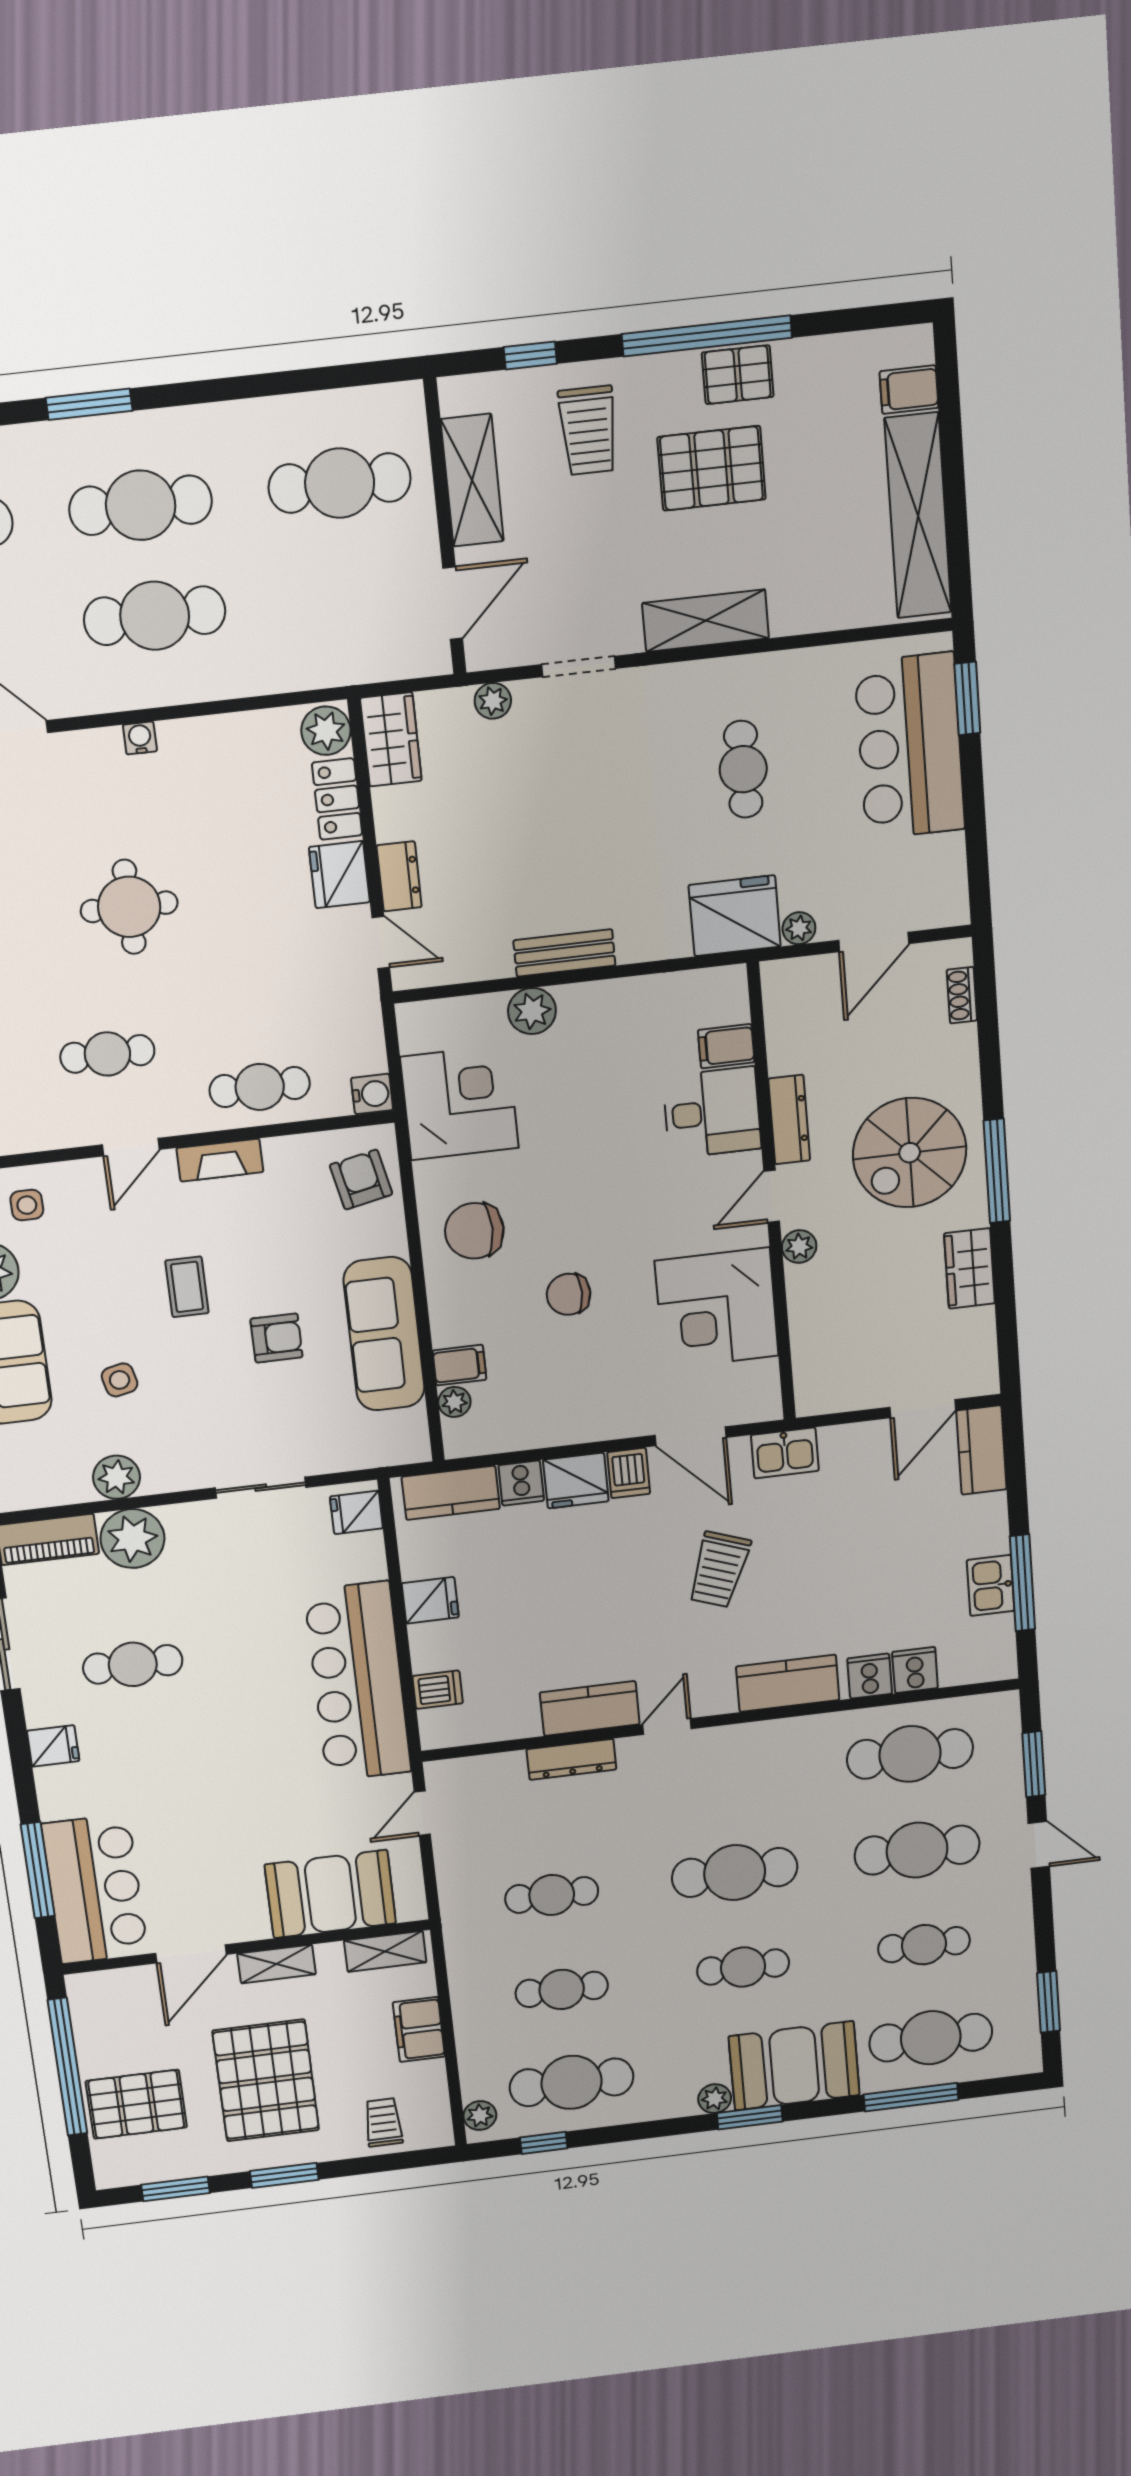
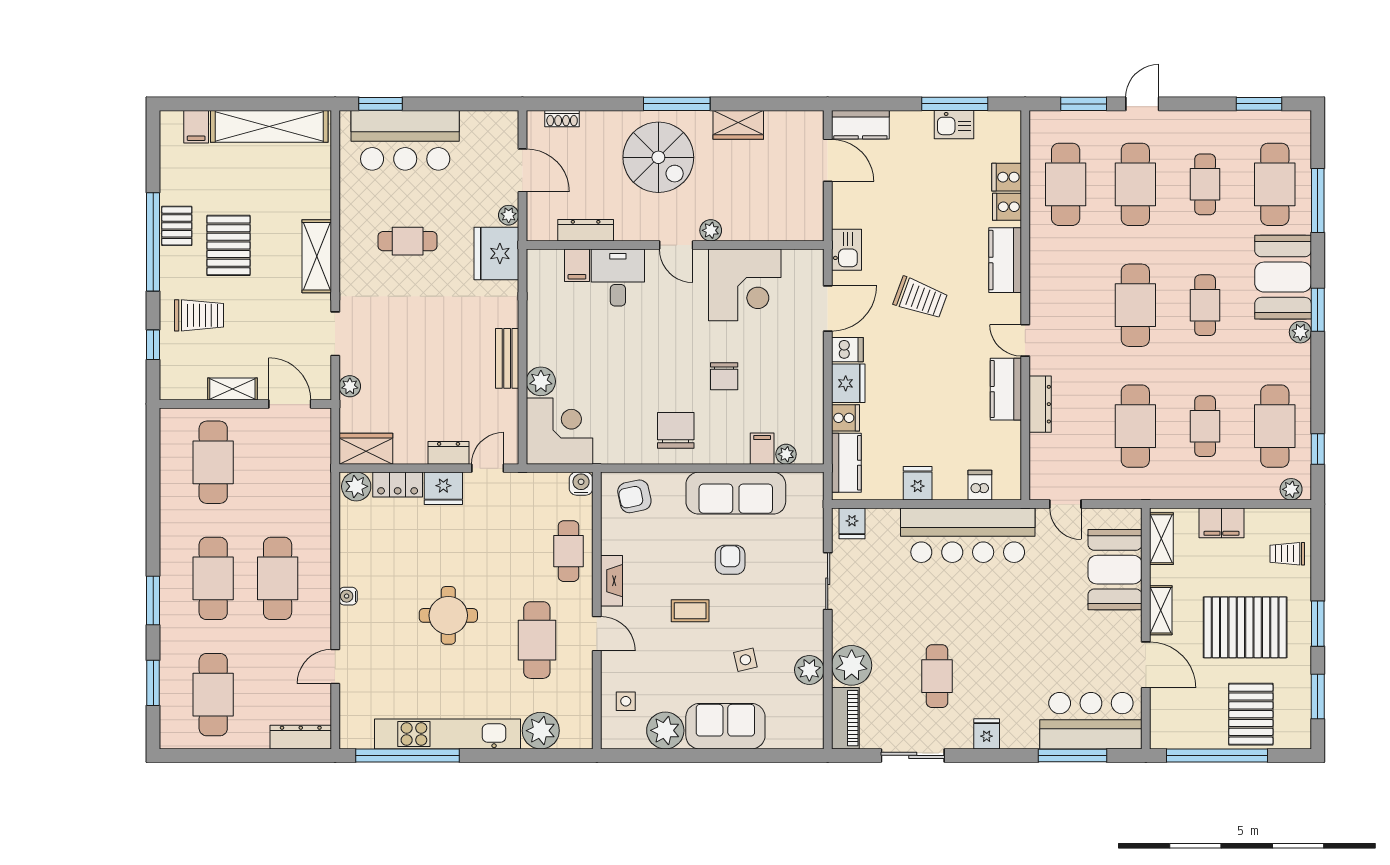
shelving: (472, 480) -> (232, 389), width x0.67, depth x0.75
cafe table: (107, 1054) -> (537, 640), width x1.37, depth x1.35
corner desk: (460, 1103) -> (559, 431), moved, turned 90
dresser: (789, 1120) -> (586, 230), moved
chair: (474, 1231) -> (676, 430), turned 180
cafe table: (552, 1895) -> (1135, 426), width x1.37, depth x1.35

